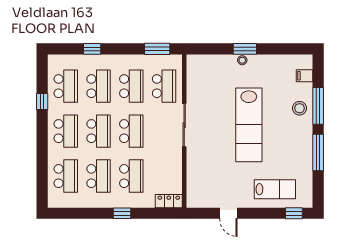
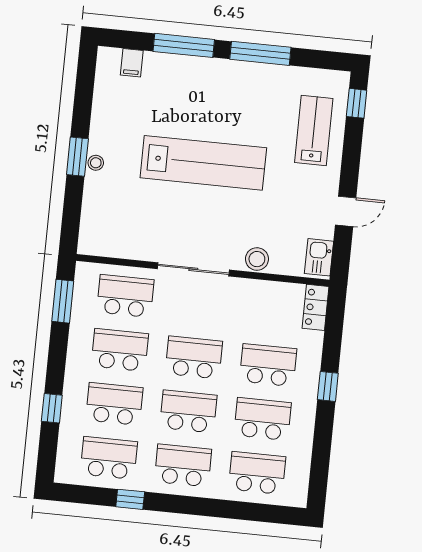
stool: (300, 108) -> (257, 259), moved
kitchen sink: (199, 200) -> (319, 257), added

